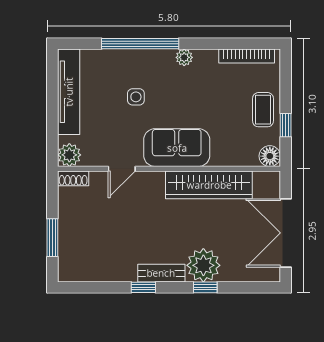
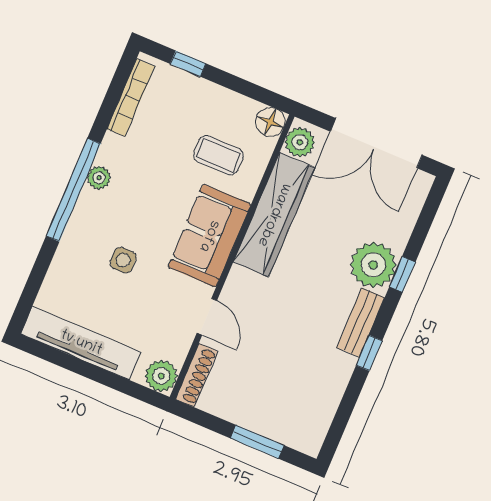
window: (140, 44) -> (73, 190), moved
coffee table: (263, 110) -> (218, 155), moved
window: (286, 125) -> (188, 64), moved
shoe rack: (73, 178) -> (197, 375), width x1.43
plant: (265, 182) -> (300, 142), added

